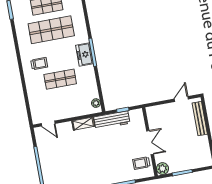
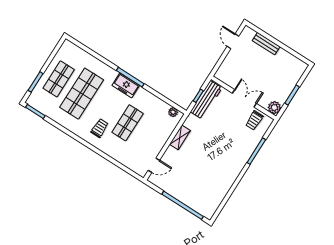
bench: (200, 119) -> (266, 44), width x0.73
workbench: (112, 120) -> (206, 100), moved

